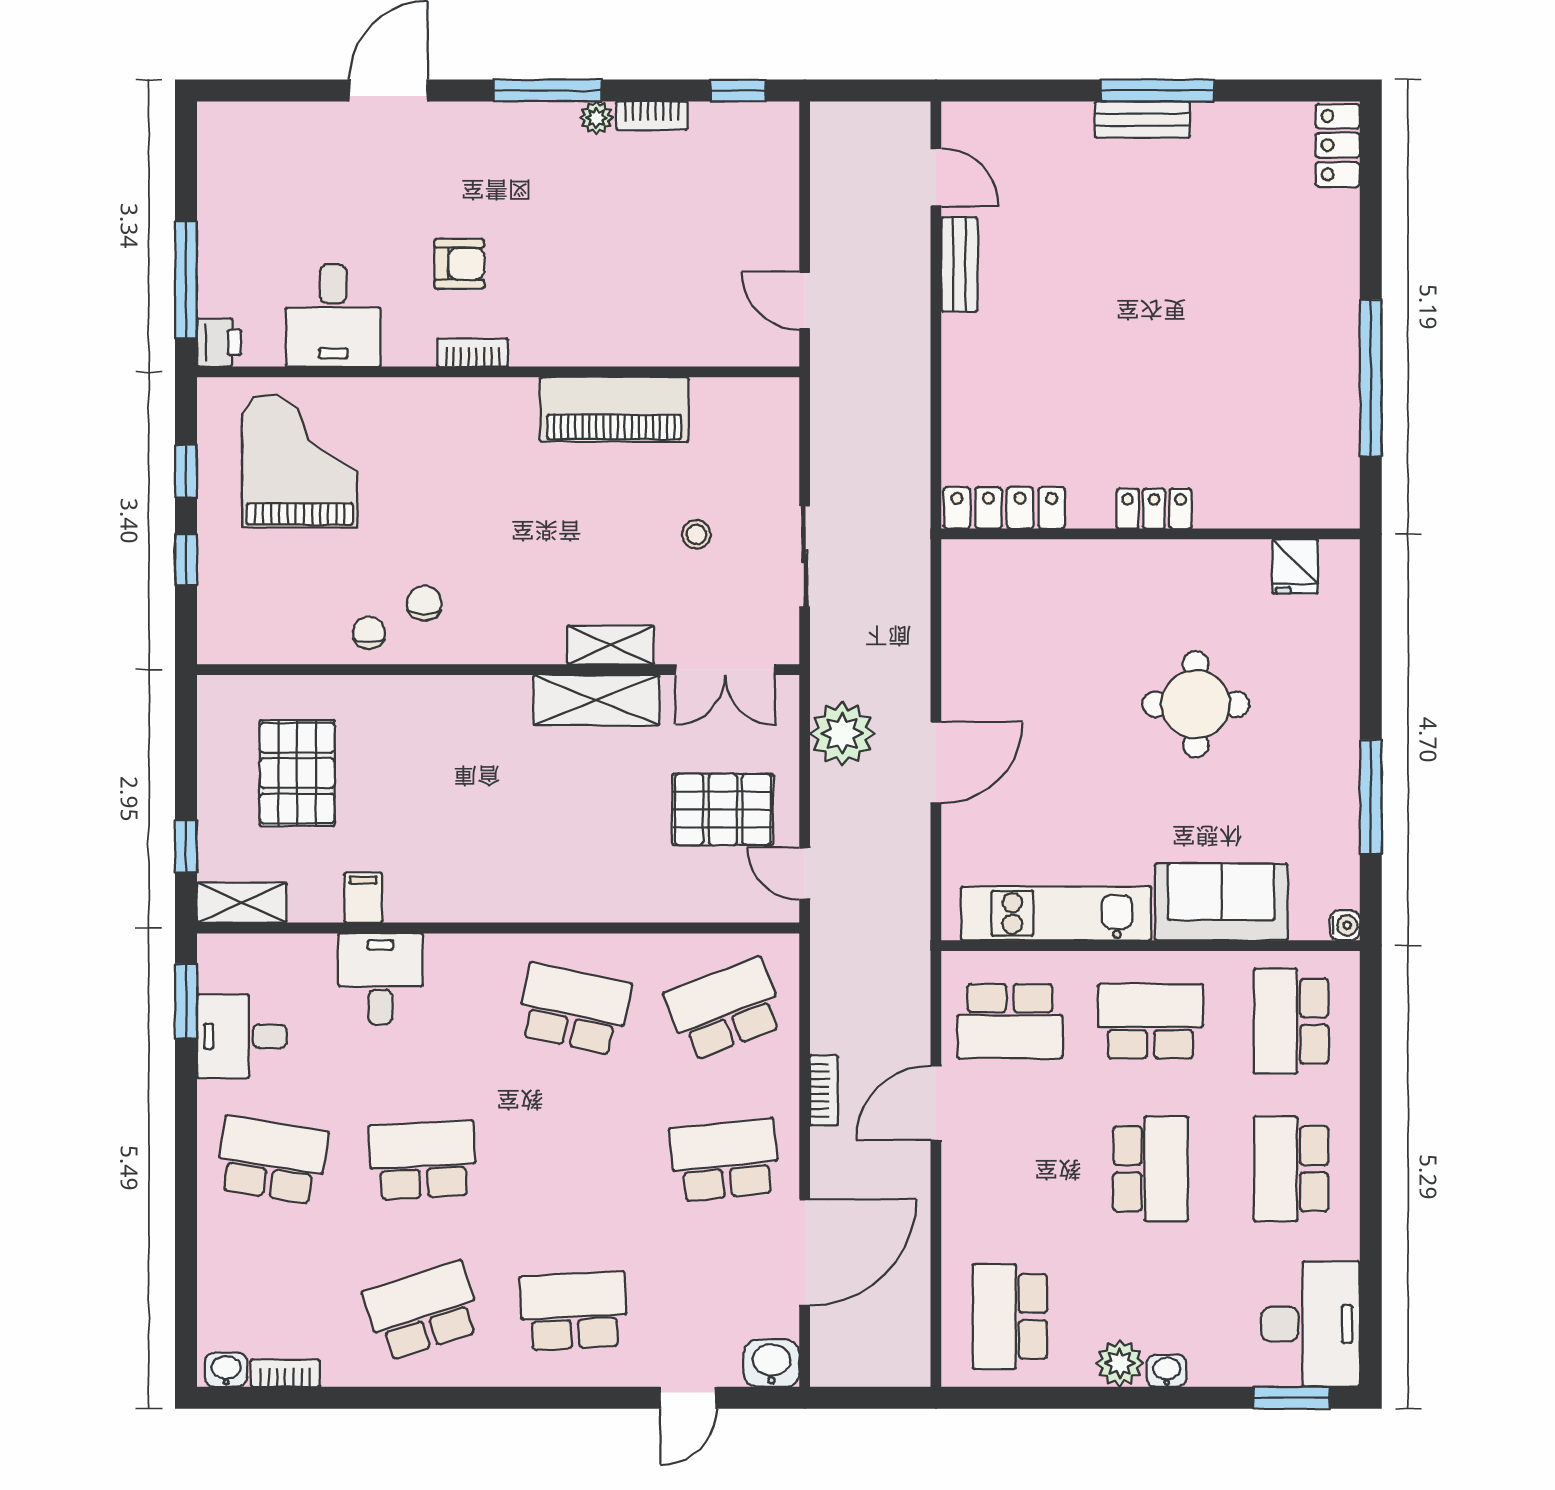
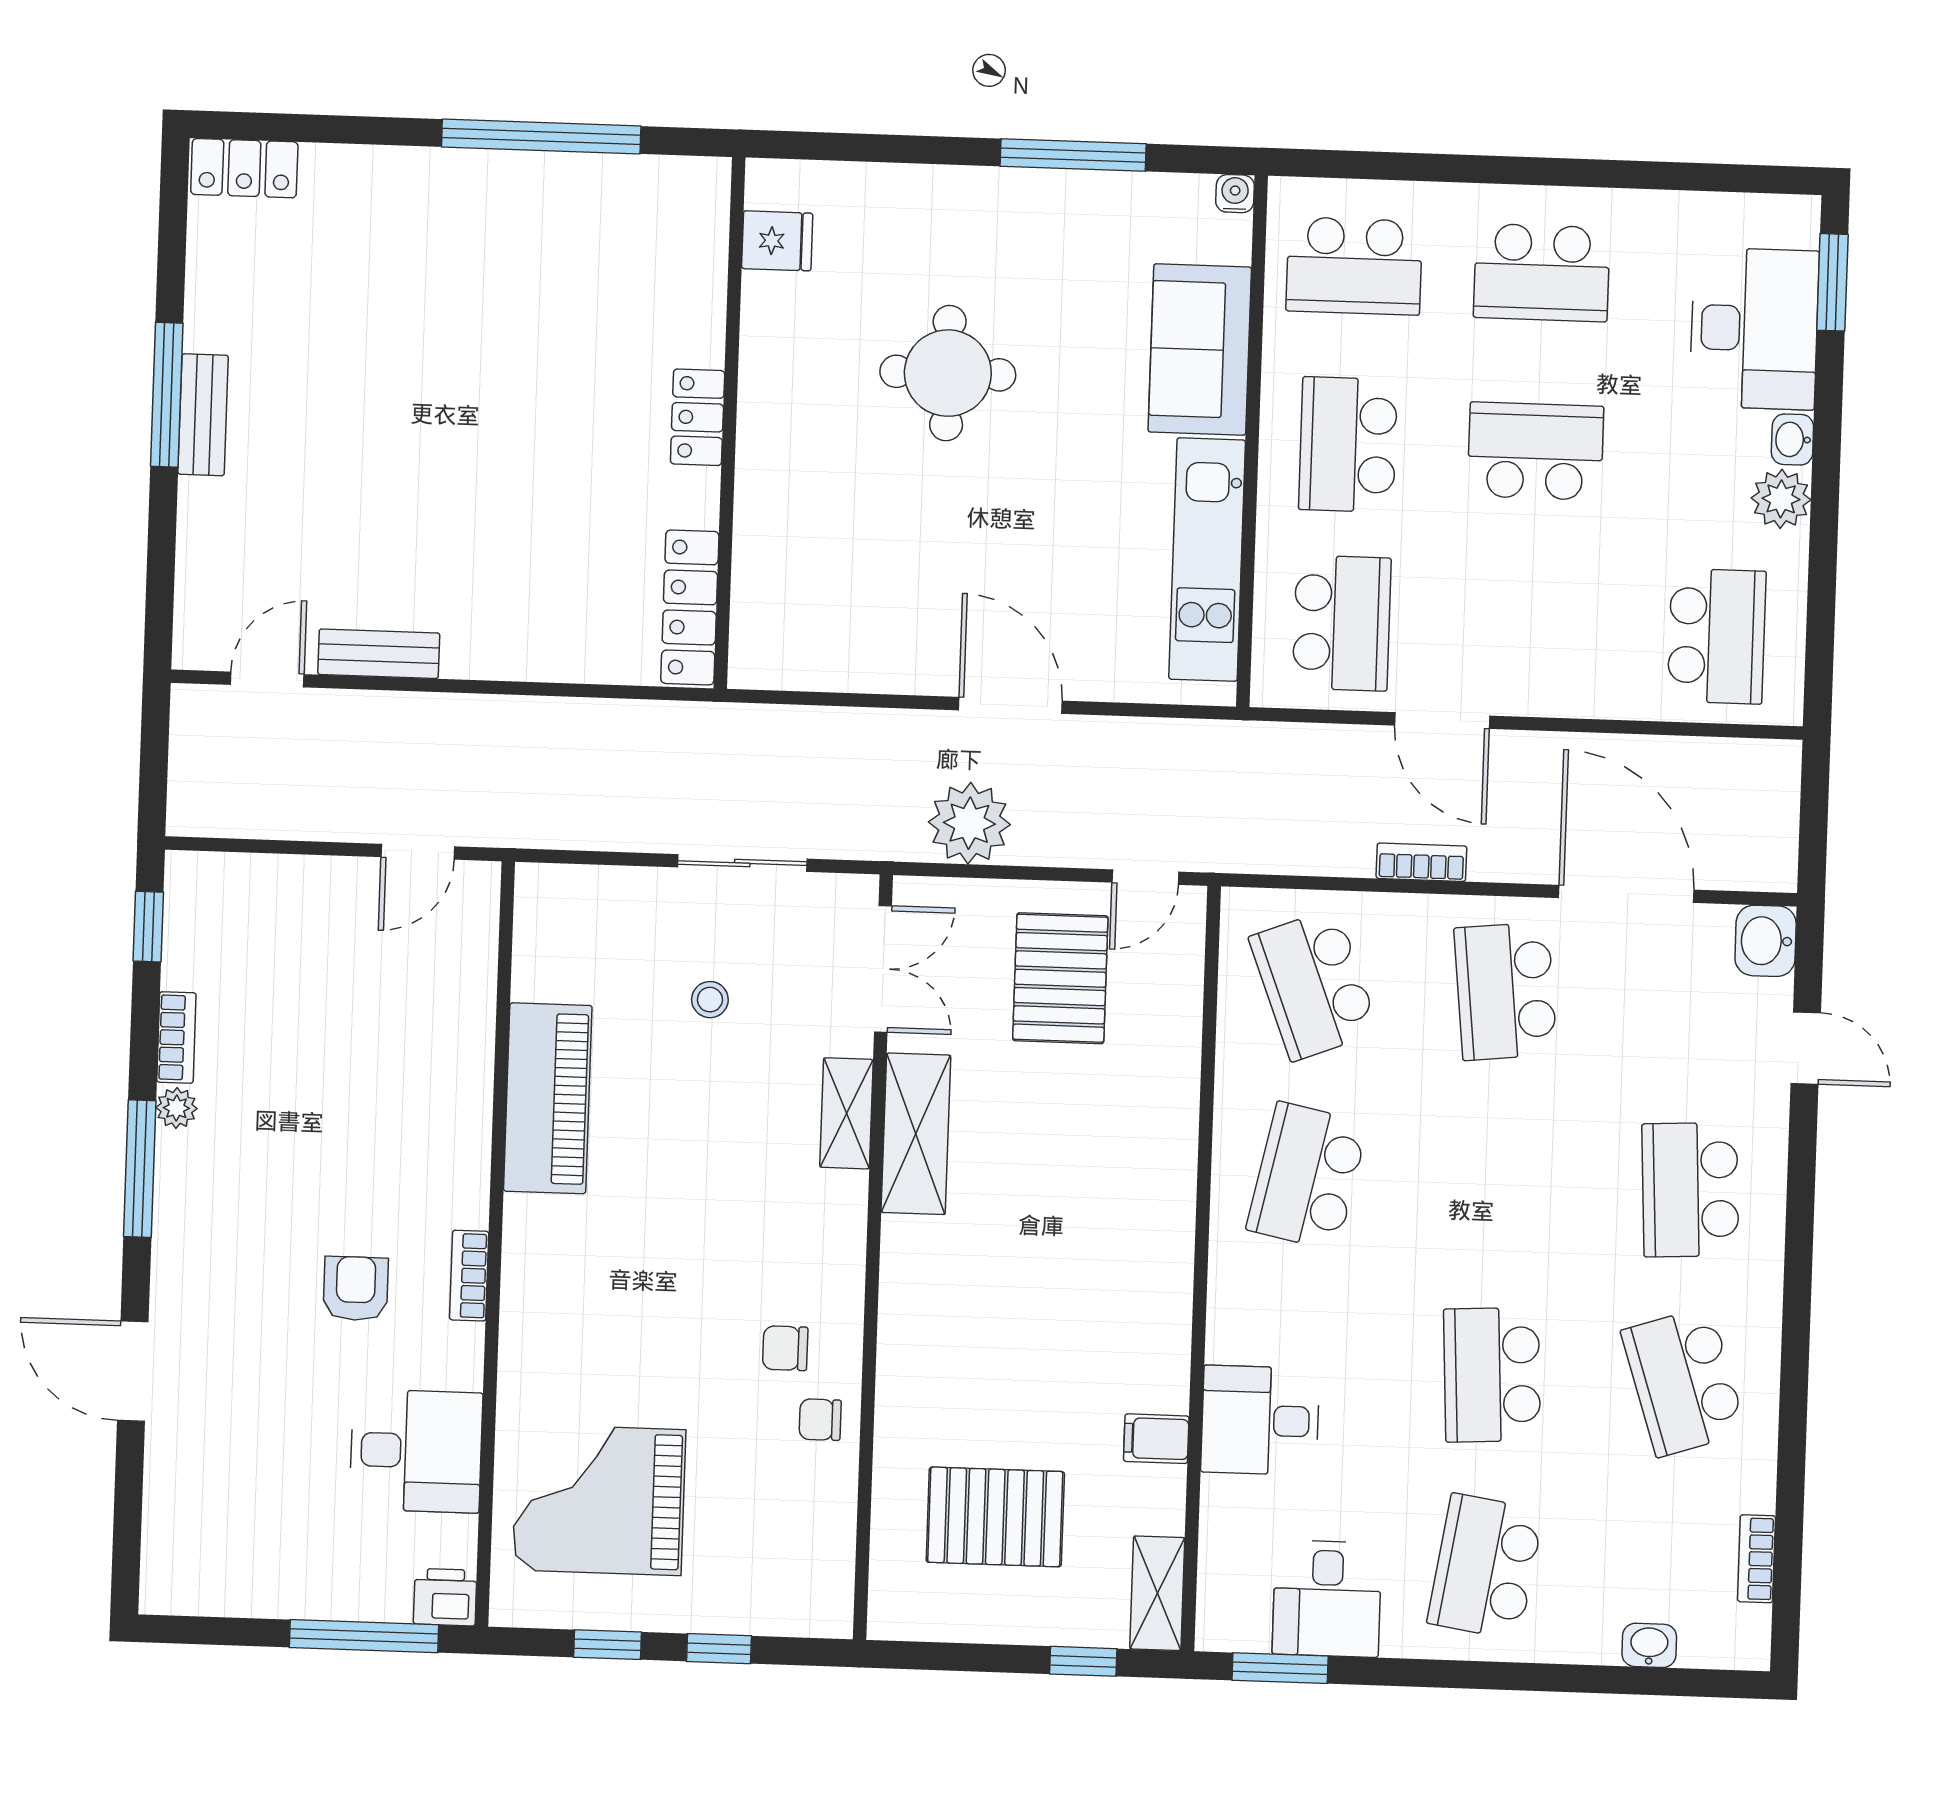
school desk: (1010, 1316) -> (1717, 636), turned -90
desk: (1310, 1324) -> (1754, 329), moved, turned 90
washbasin: (226, 1370) -> (1649, 1645), moved, turned 90

